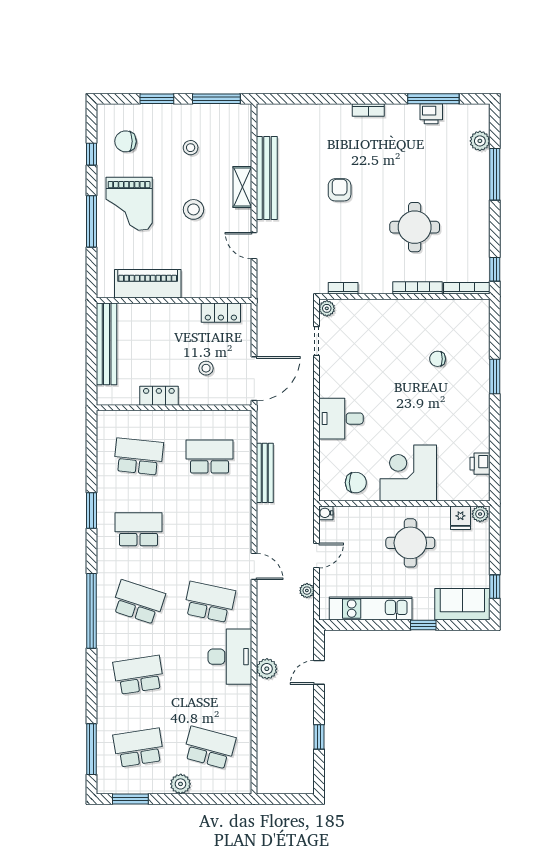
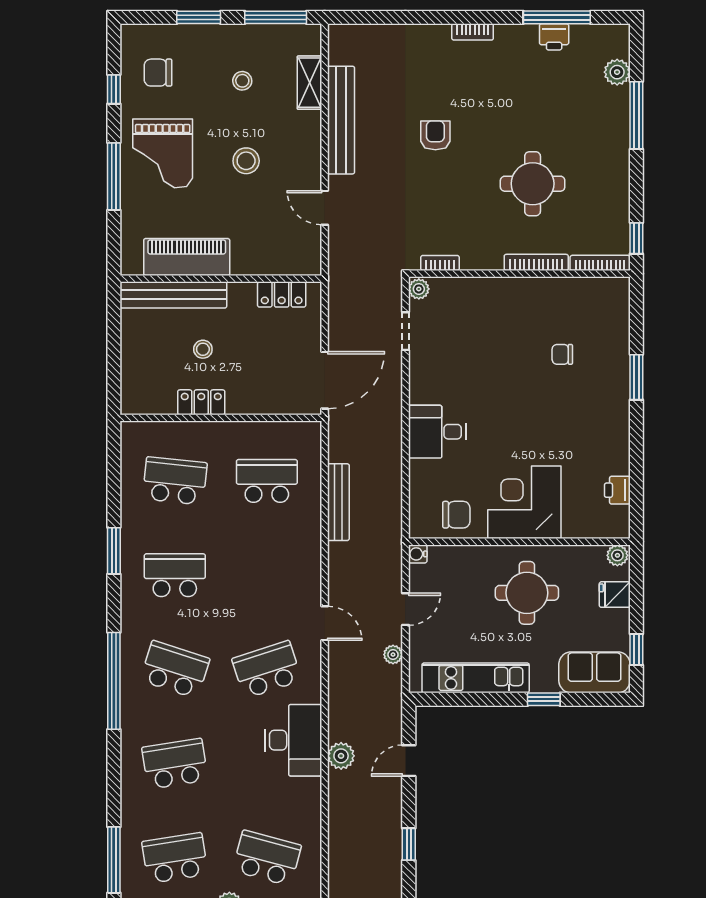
shelving: (242, 187) -> (309, 83), moved
bench: (107, 344) -> (173, 295), moved, turned 90
stool: (206, 368) -> (203, 349), moved
fridge: (460, 518) -> (615, 595), moved, turned 90
school desk: (210, 602) -> (267, 669), turned -30

